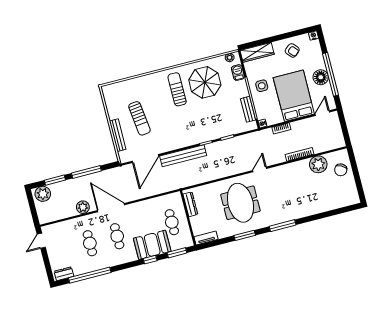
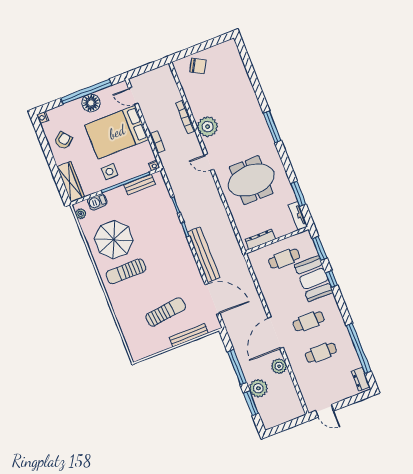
plant: (318, 164) -> (208, 127), moved
plant: (43, 194) -> (258, 388), moved
window: (245, 235) -> (298, 194), moved

